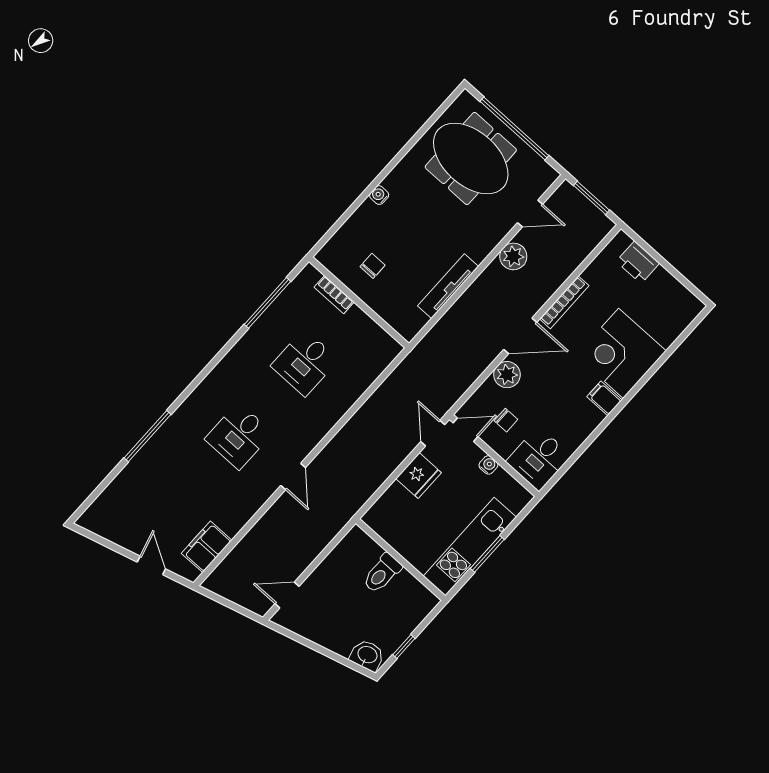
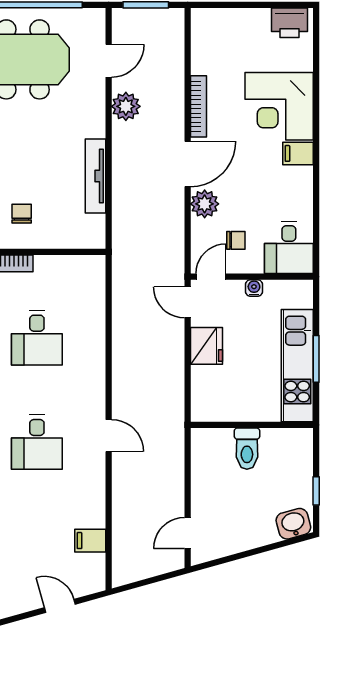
printer: (638, 262) -> (289, 23), moved
filing cabinet: (207, 547) -> (90, 541), width x0.50

